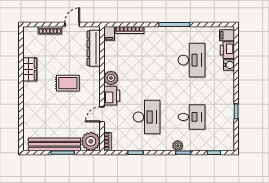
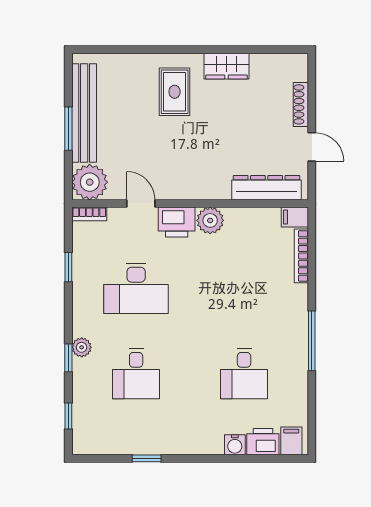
desk: (192, 60) -> (244, 373), width x0.73
rug: (68, 83) -> (175, 92), moved

